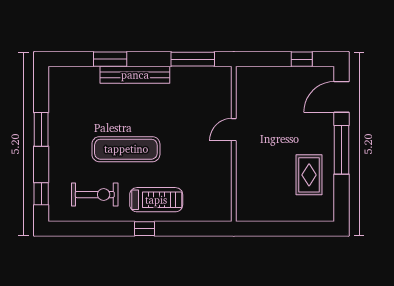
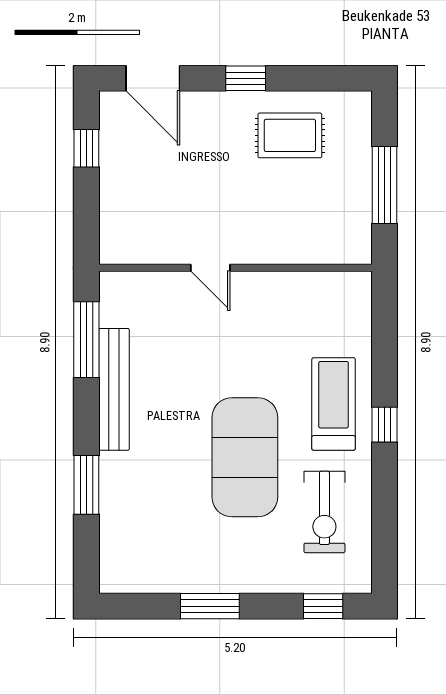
bench: (135, 75) -> (114, 389), moved
exercise mat: (126, 149) -> (245, 457), width x1.47
window: (342, 150) -> (246, 78), width x0.46
exercise bike: (95, 195) -> (324, 512), turned 180
window: (281, 229) -> (384, 185), added

